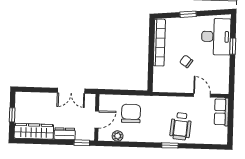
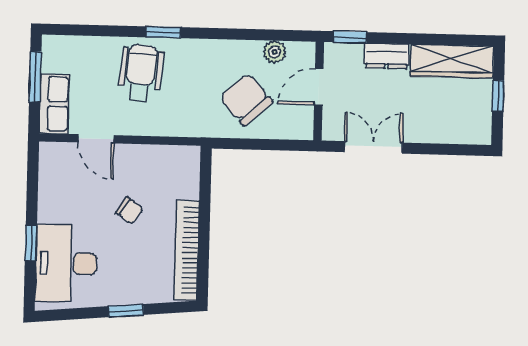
chair: (131, 114) -> (246, 100), turned 138
window: (230, 125) -> (35, 77), added

